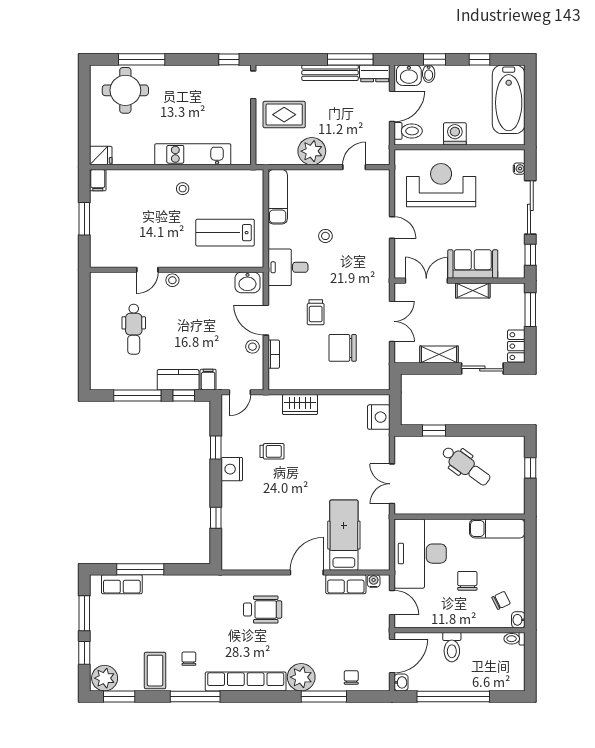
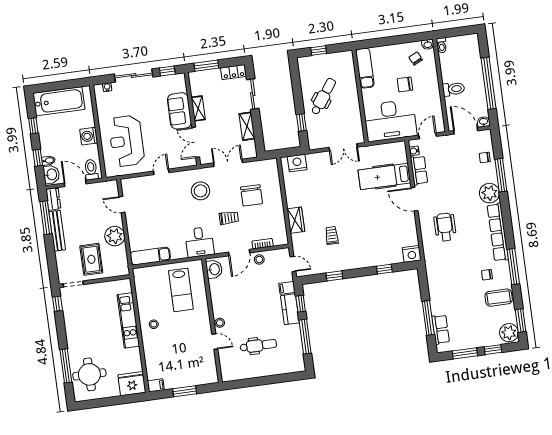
fridge: (101, 156) -> (132, 384), width x1.88, depth x1.34
stool: (325, 236) -> (201, 191), moved, width x1.89, depth x1.89
nightstand: (232, 469) -> (412, 254), moved

